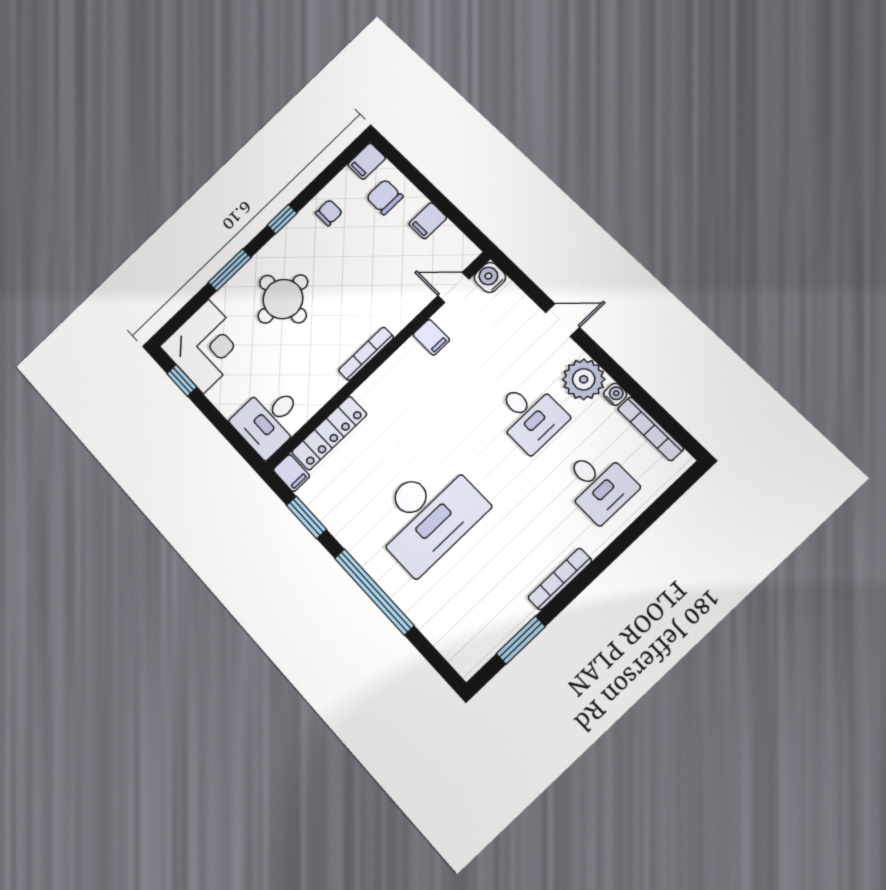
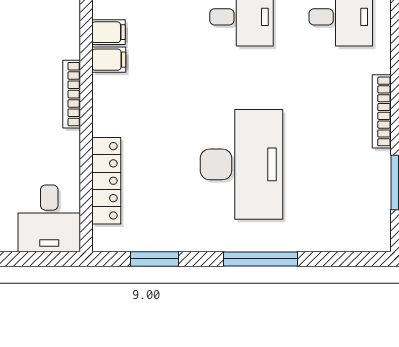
filing cabinet: (291, 473) -> (109, 60), moved
window: (374, 592) -> (261, 259), width x0.68

